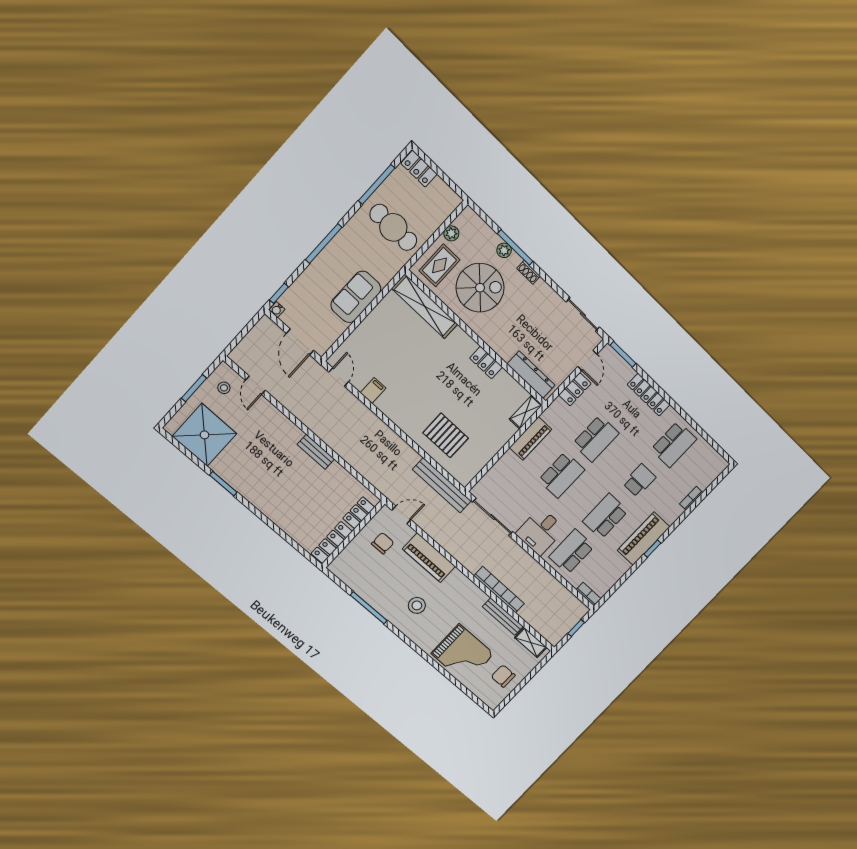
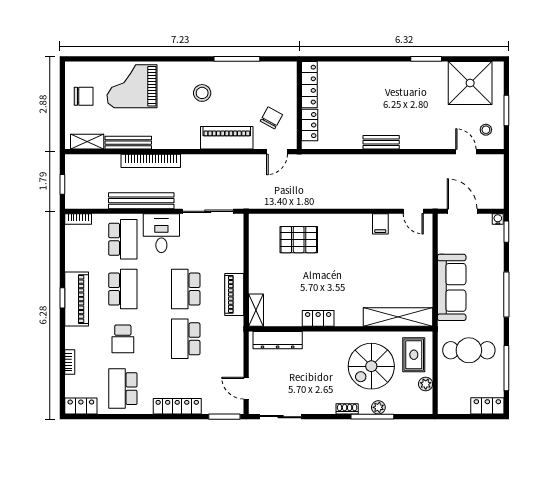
sofa: (356, 297) -> (452, 287), width x1.36
locker: (575, 389) -> (81, 406), moved, turned 90
bench: (442, 485) -> (141, 201), moved
chair: (383, 543) -> (271, 118), turned -151

